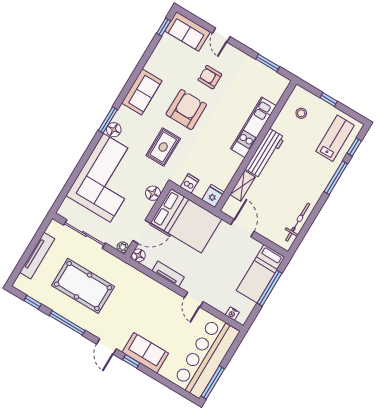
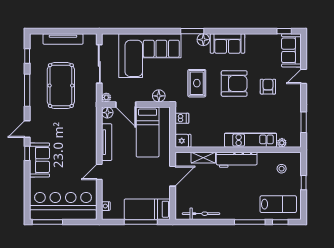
plant: (275, 97) -> (282, 143), added
floor lamp: (114, 130) -> (203, 40), moved
rug: (163, 147) -> (197, 83), turned 90
bed: (186, 221) -> (148, 132), width x0.67
tv unit: (168, 274) -> (107, 142), width x1.41

